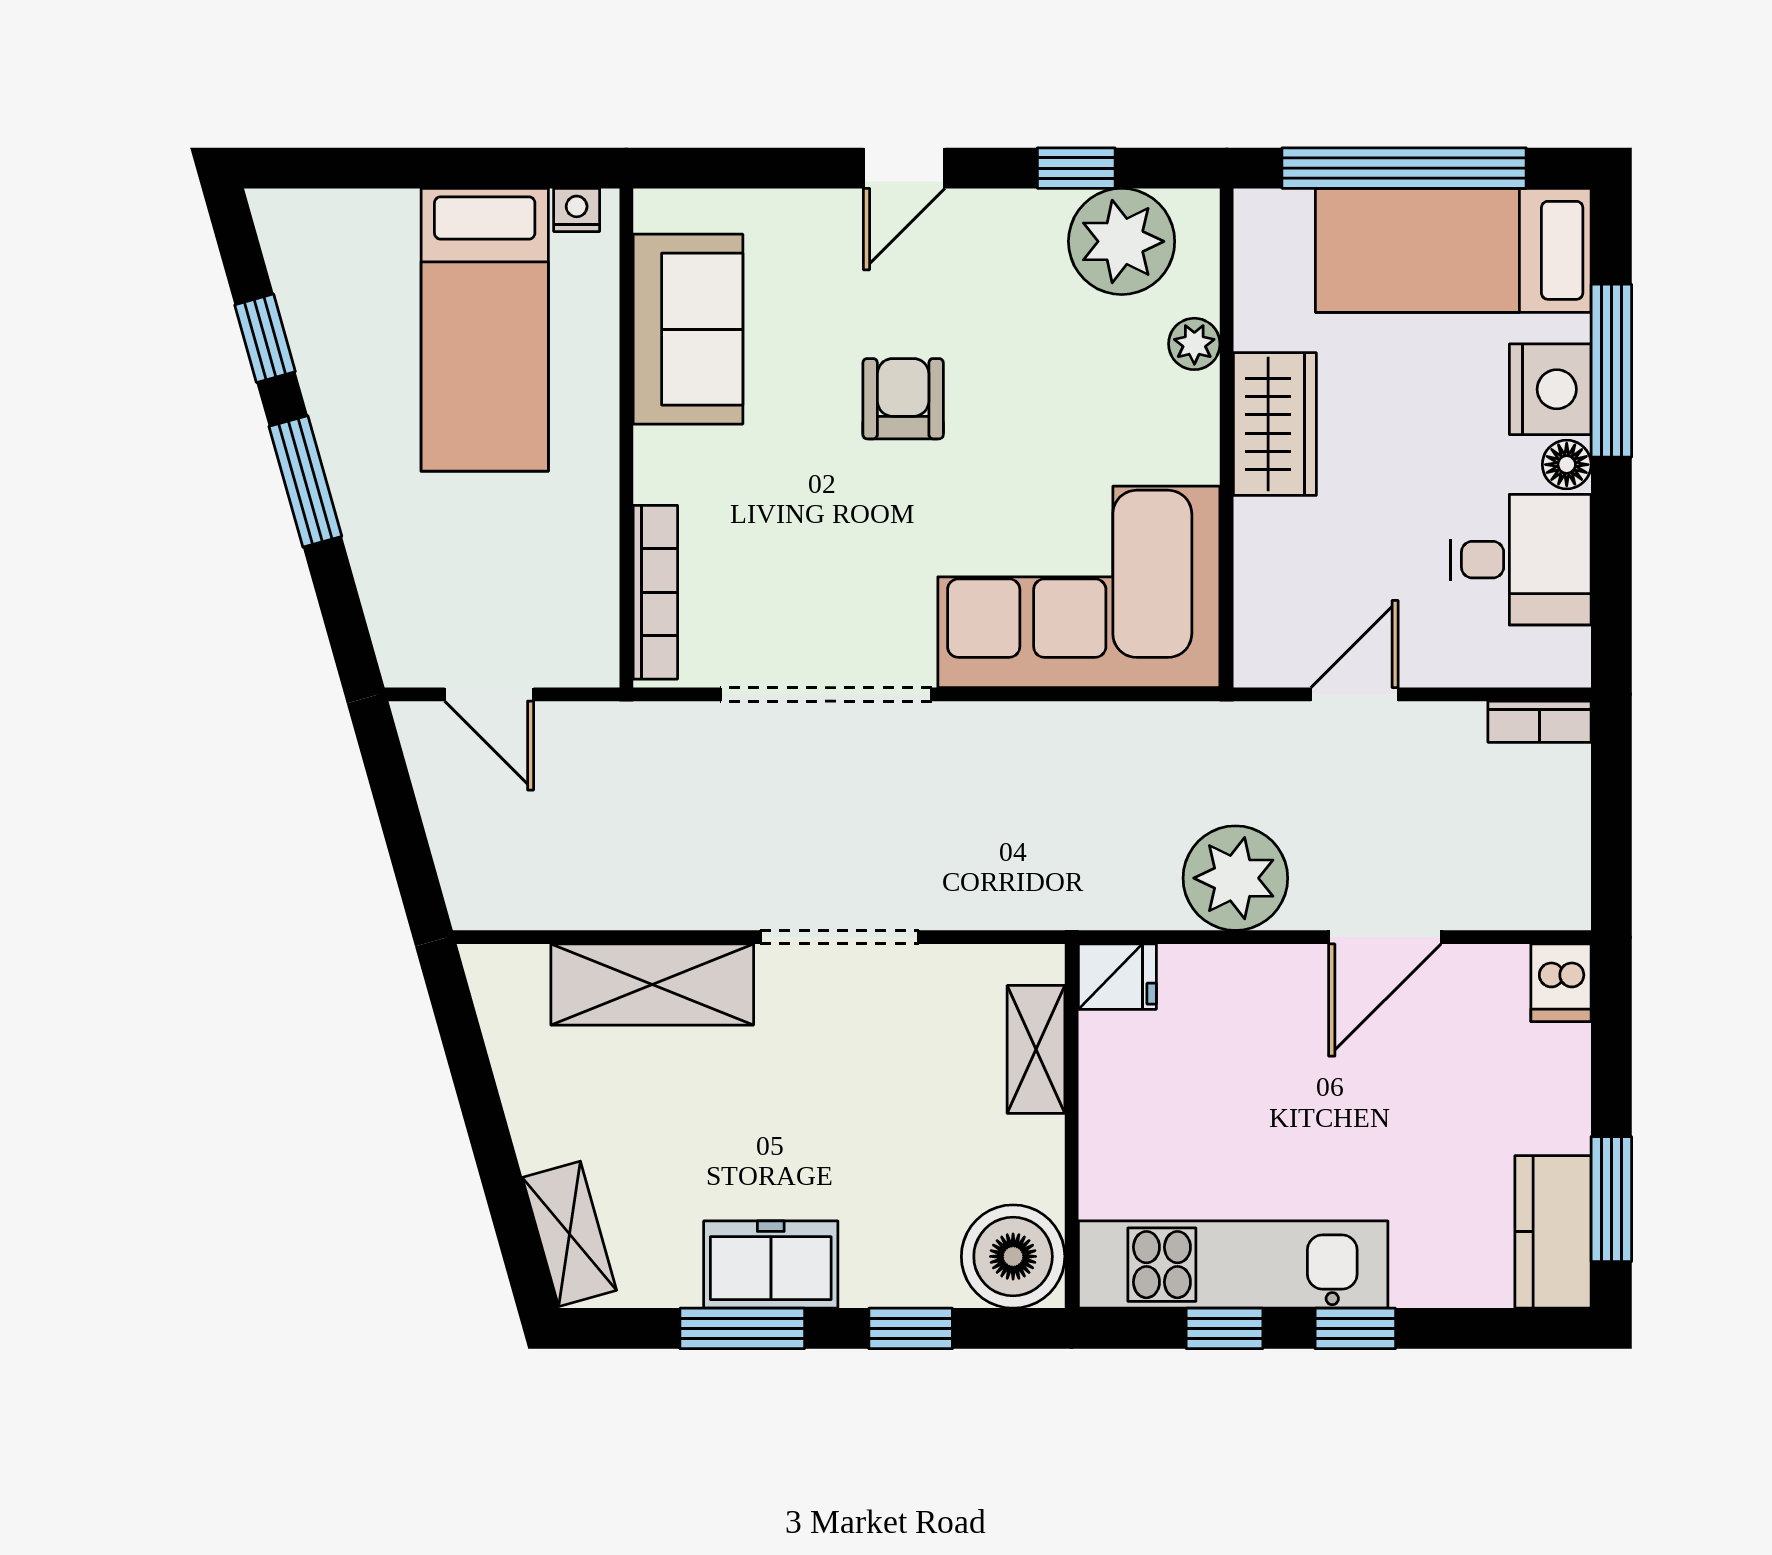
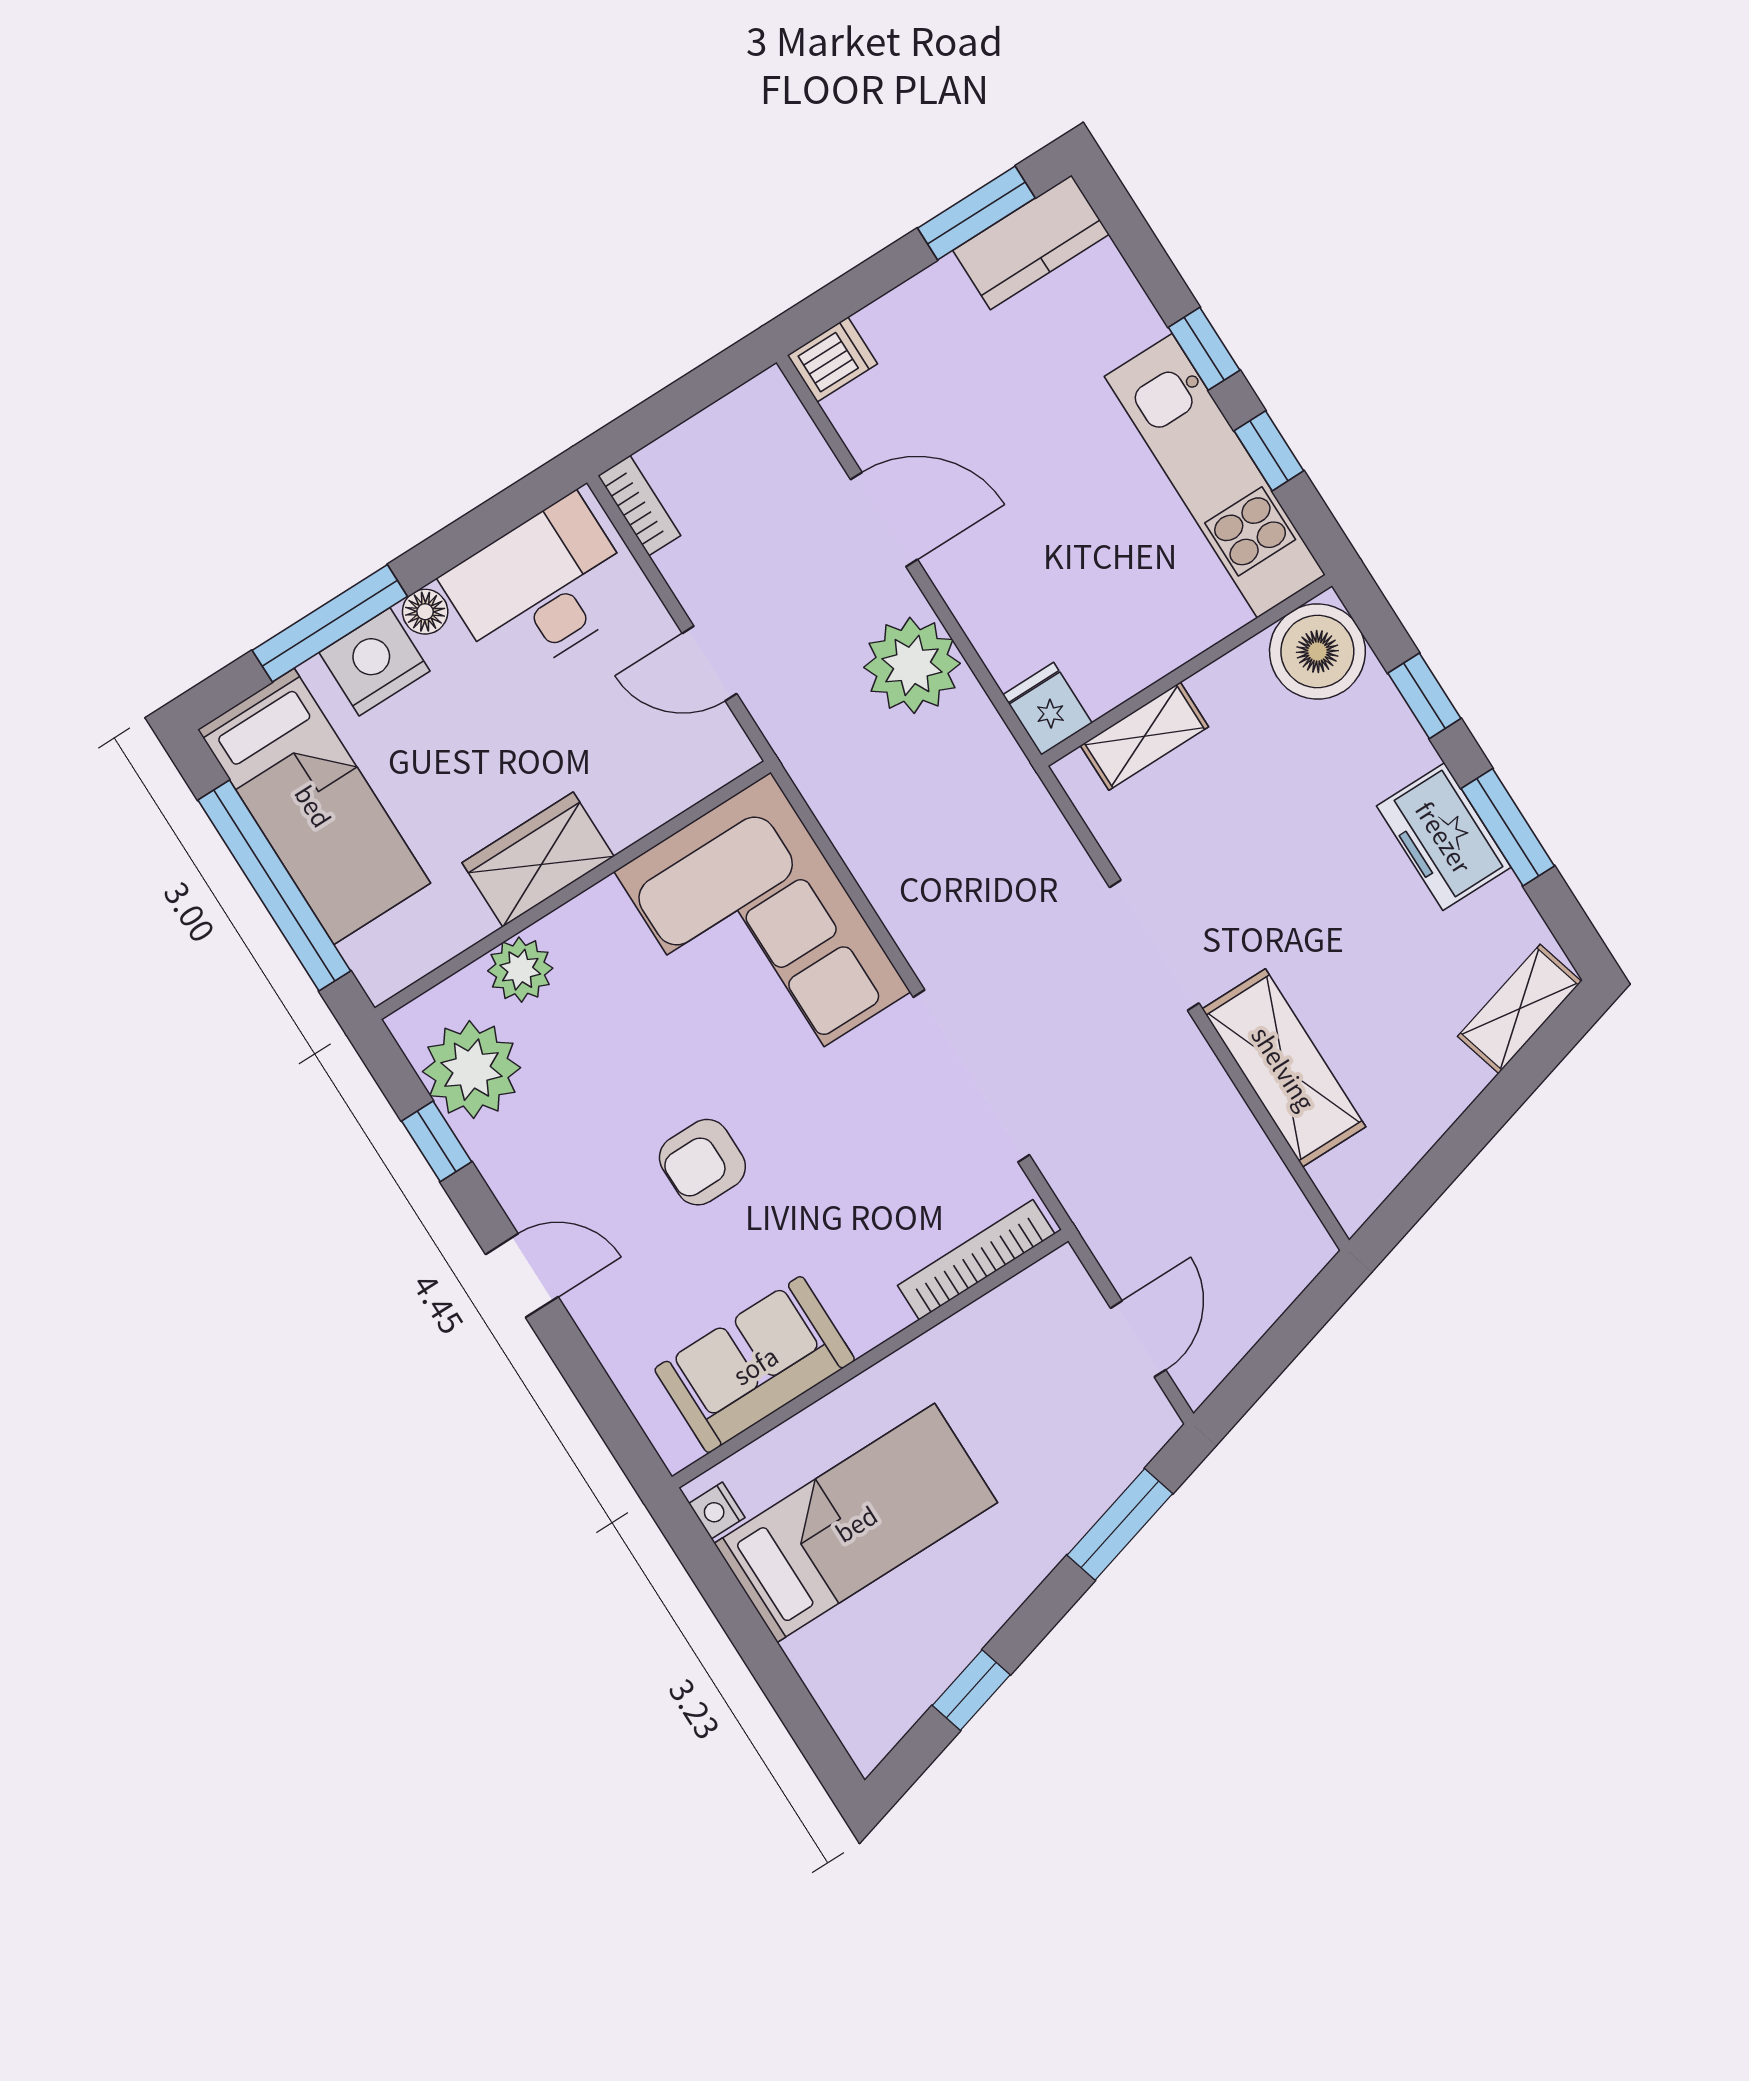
plant: (1194, 344) -> (520, 970), width x1.38, depth x1.38
window: (305, 481) -> (1120, 1524), moved
desk: (1521, 560) -> (541, 589), width x1.37

